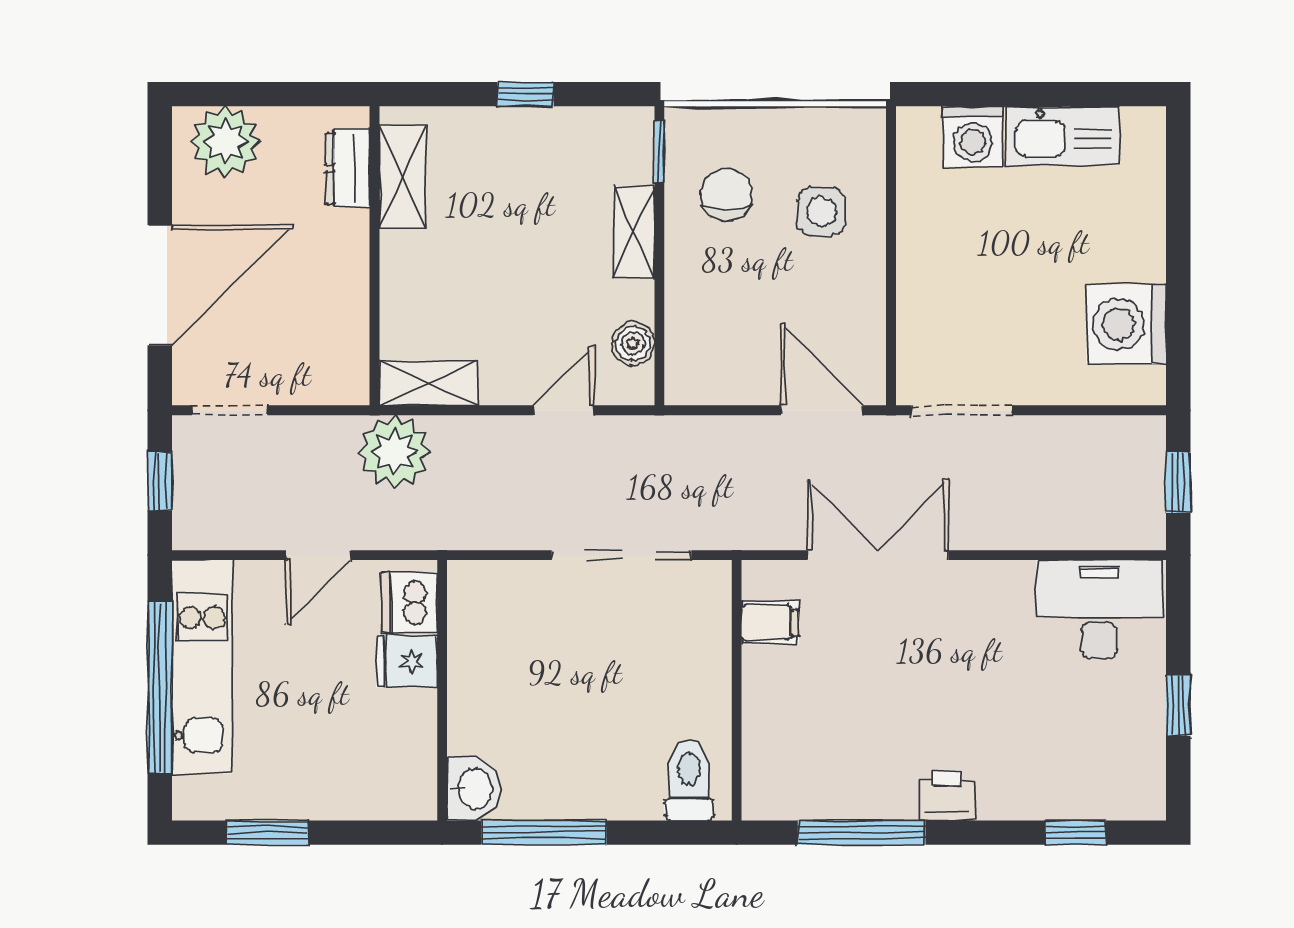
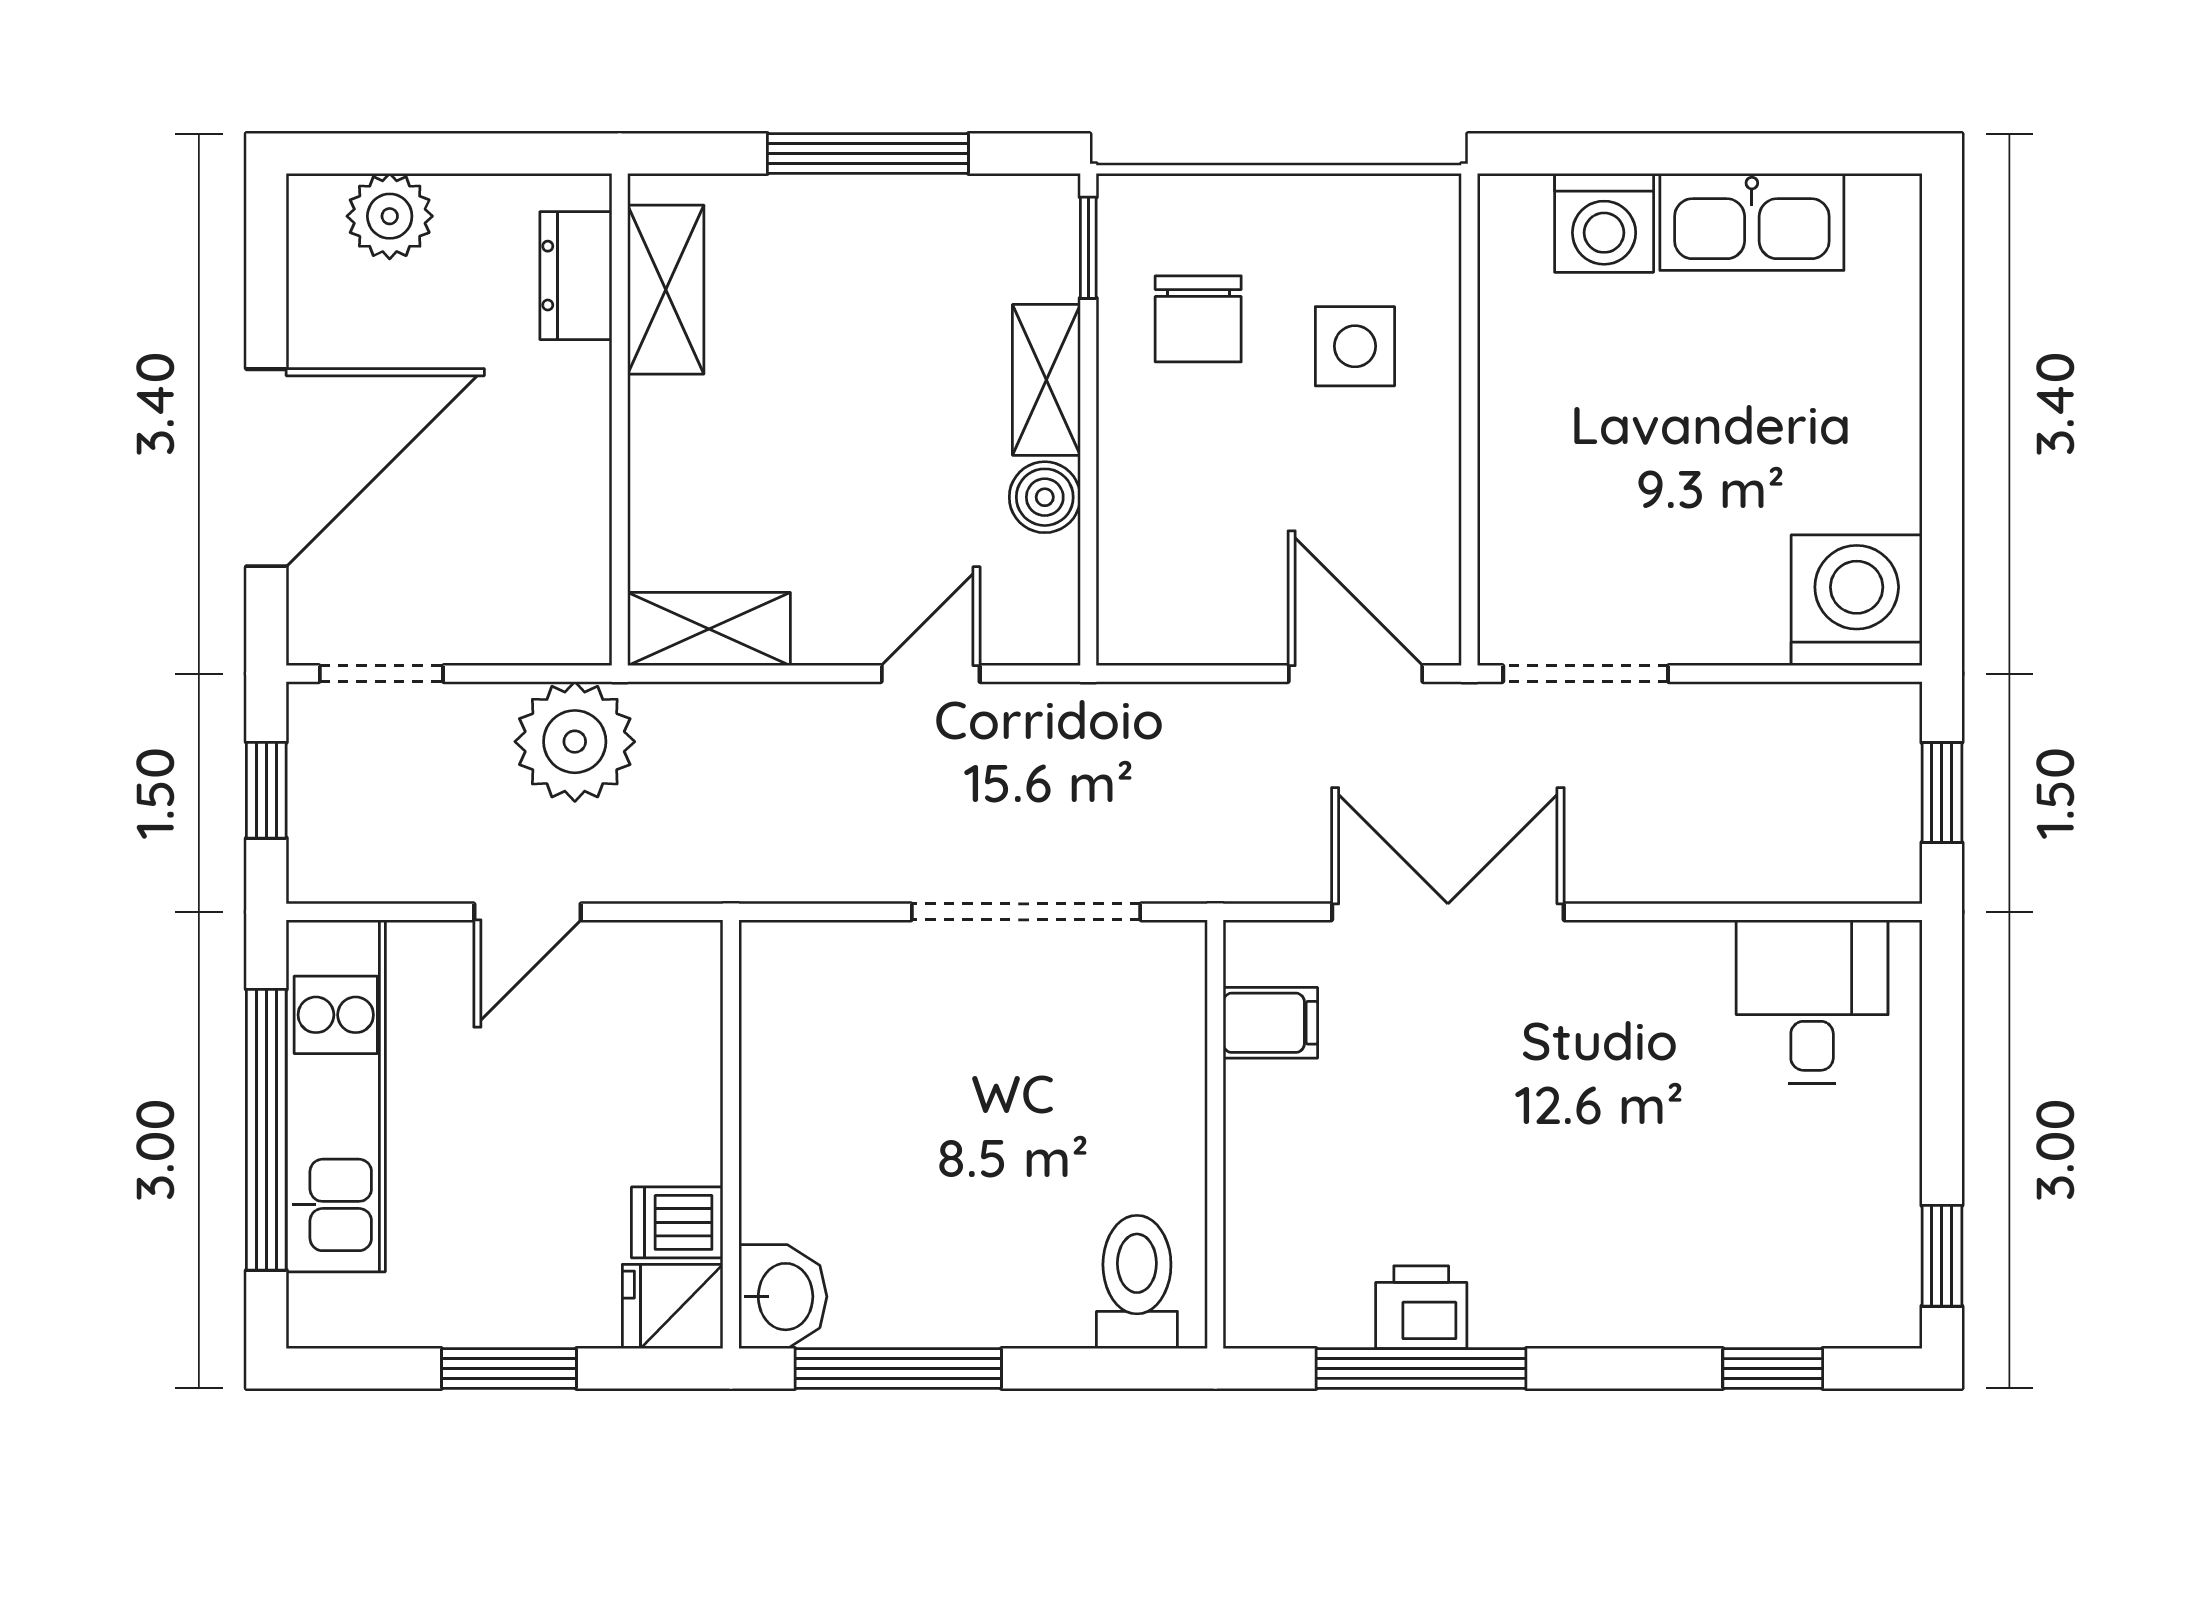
window: (525, 94) -> (868, 153), width x2.17
plant: (225, 142) -> (390, 216), width x0.73, depth x0.73
chair: (726, 195) -> (1198, 319), turned 180
washing machine: (1126, 324) -> (1857, 600), moved, turned 90
boiler: (633, 343) -> (1045, 497), moved
plant: (395, 452) -> (575, 742), moved
dishwasher: (410, 602) -> (677, 1222), moved, width x0.73
desk: (1099, 610) -> (1812, 1002), width x0.73
fridge: (407, 661) -> (673, 1306), moved
window: (1178, 705) -> (1942, 1256), moved
printer: (947, 795) -> (1421, 1307), moved
window: (267, 833) -> (509, 1368), moved

